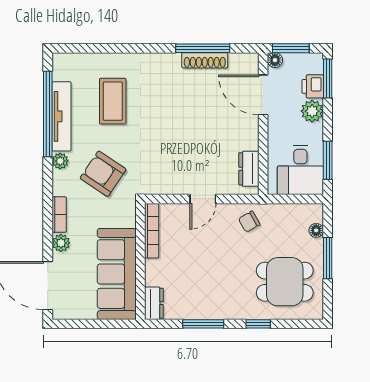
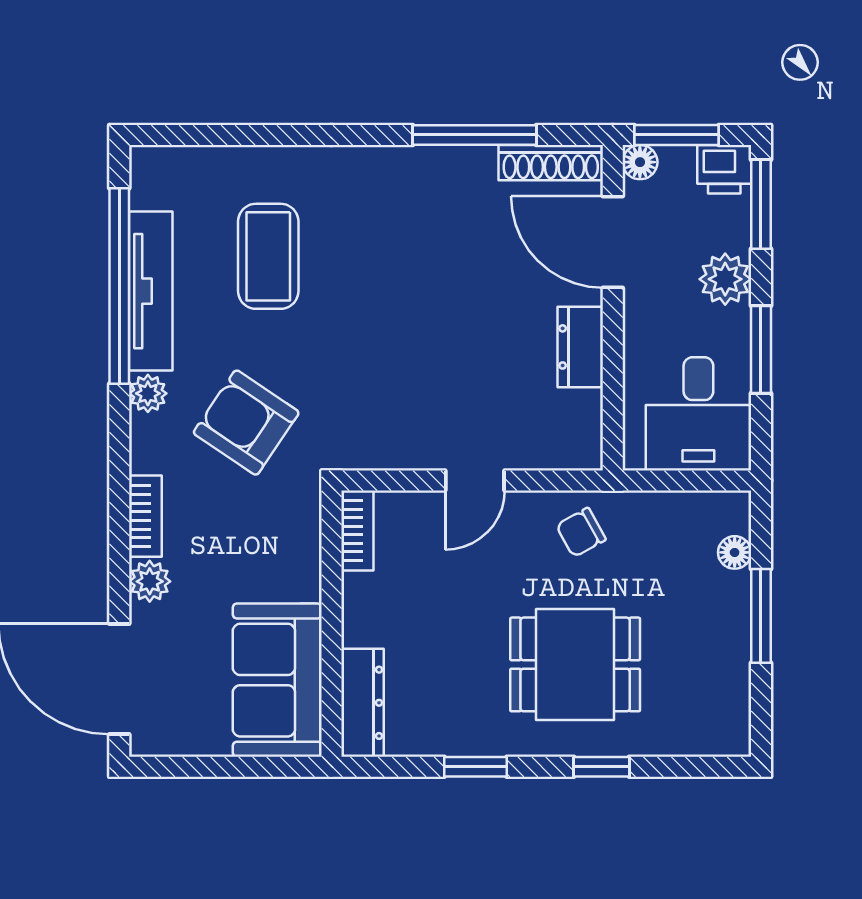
shoe rack: (205, 60) -> (551, 163), moved
printer: (313, 86) -> (724, 169), moved, turned -90
window: (328, 160) -> (761, 350), moved
dresser: (249, 169) -> (580, 347), moved
bookcase: (152, 231) -> (357, 530), width x0.64
sofa: (117, 274) -> (277, 680), width x0.73
dining table: (285, 282) -> (575, 664), moved
dresser: (154, 303) -> (363, 703), width x1.44
window: (203, 324) -> (475, 767), width x0.67

